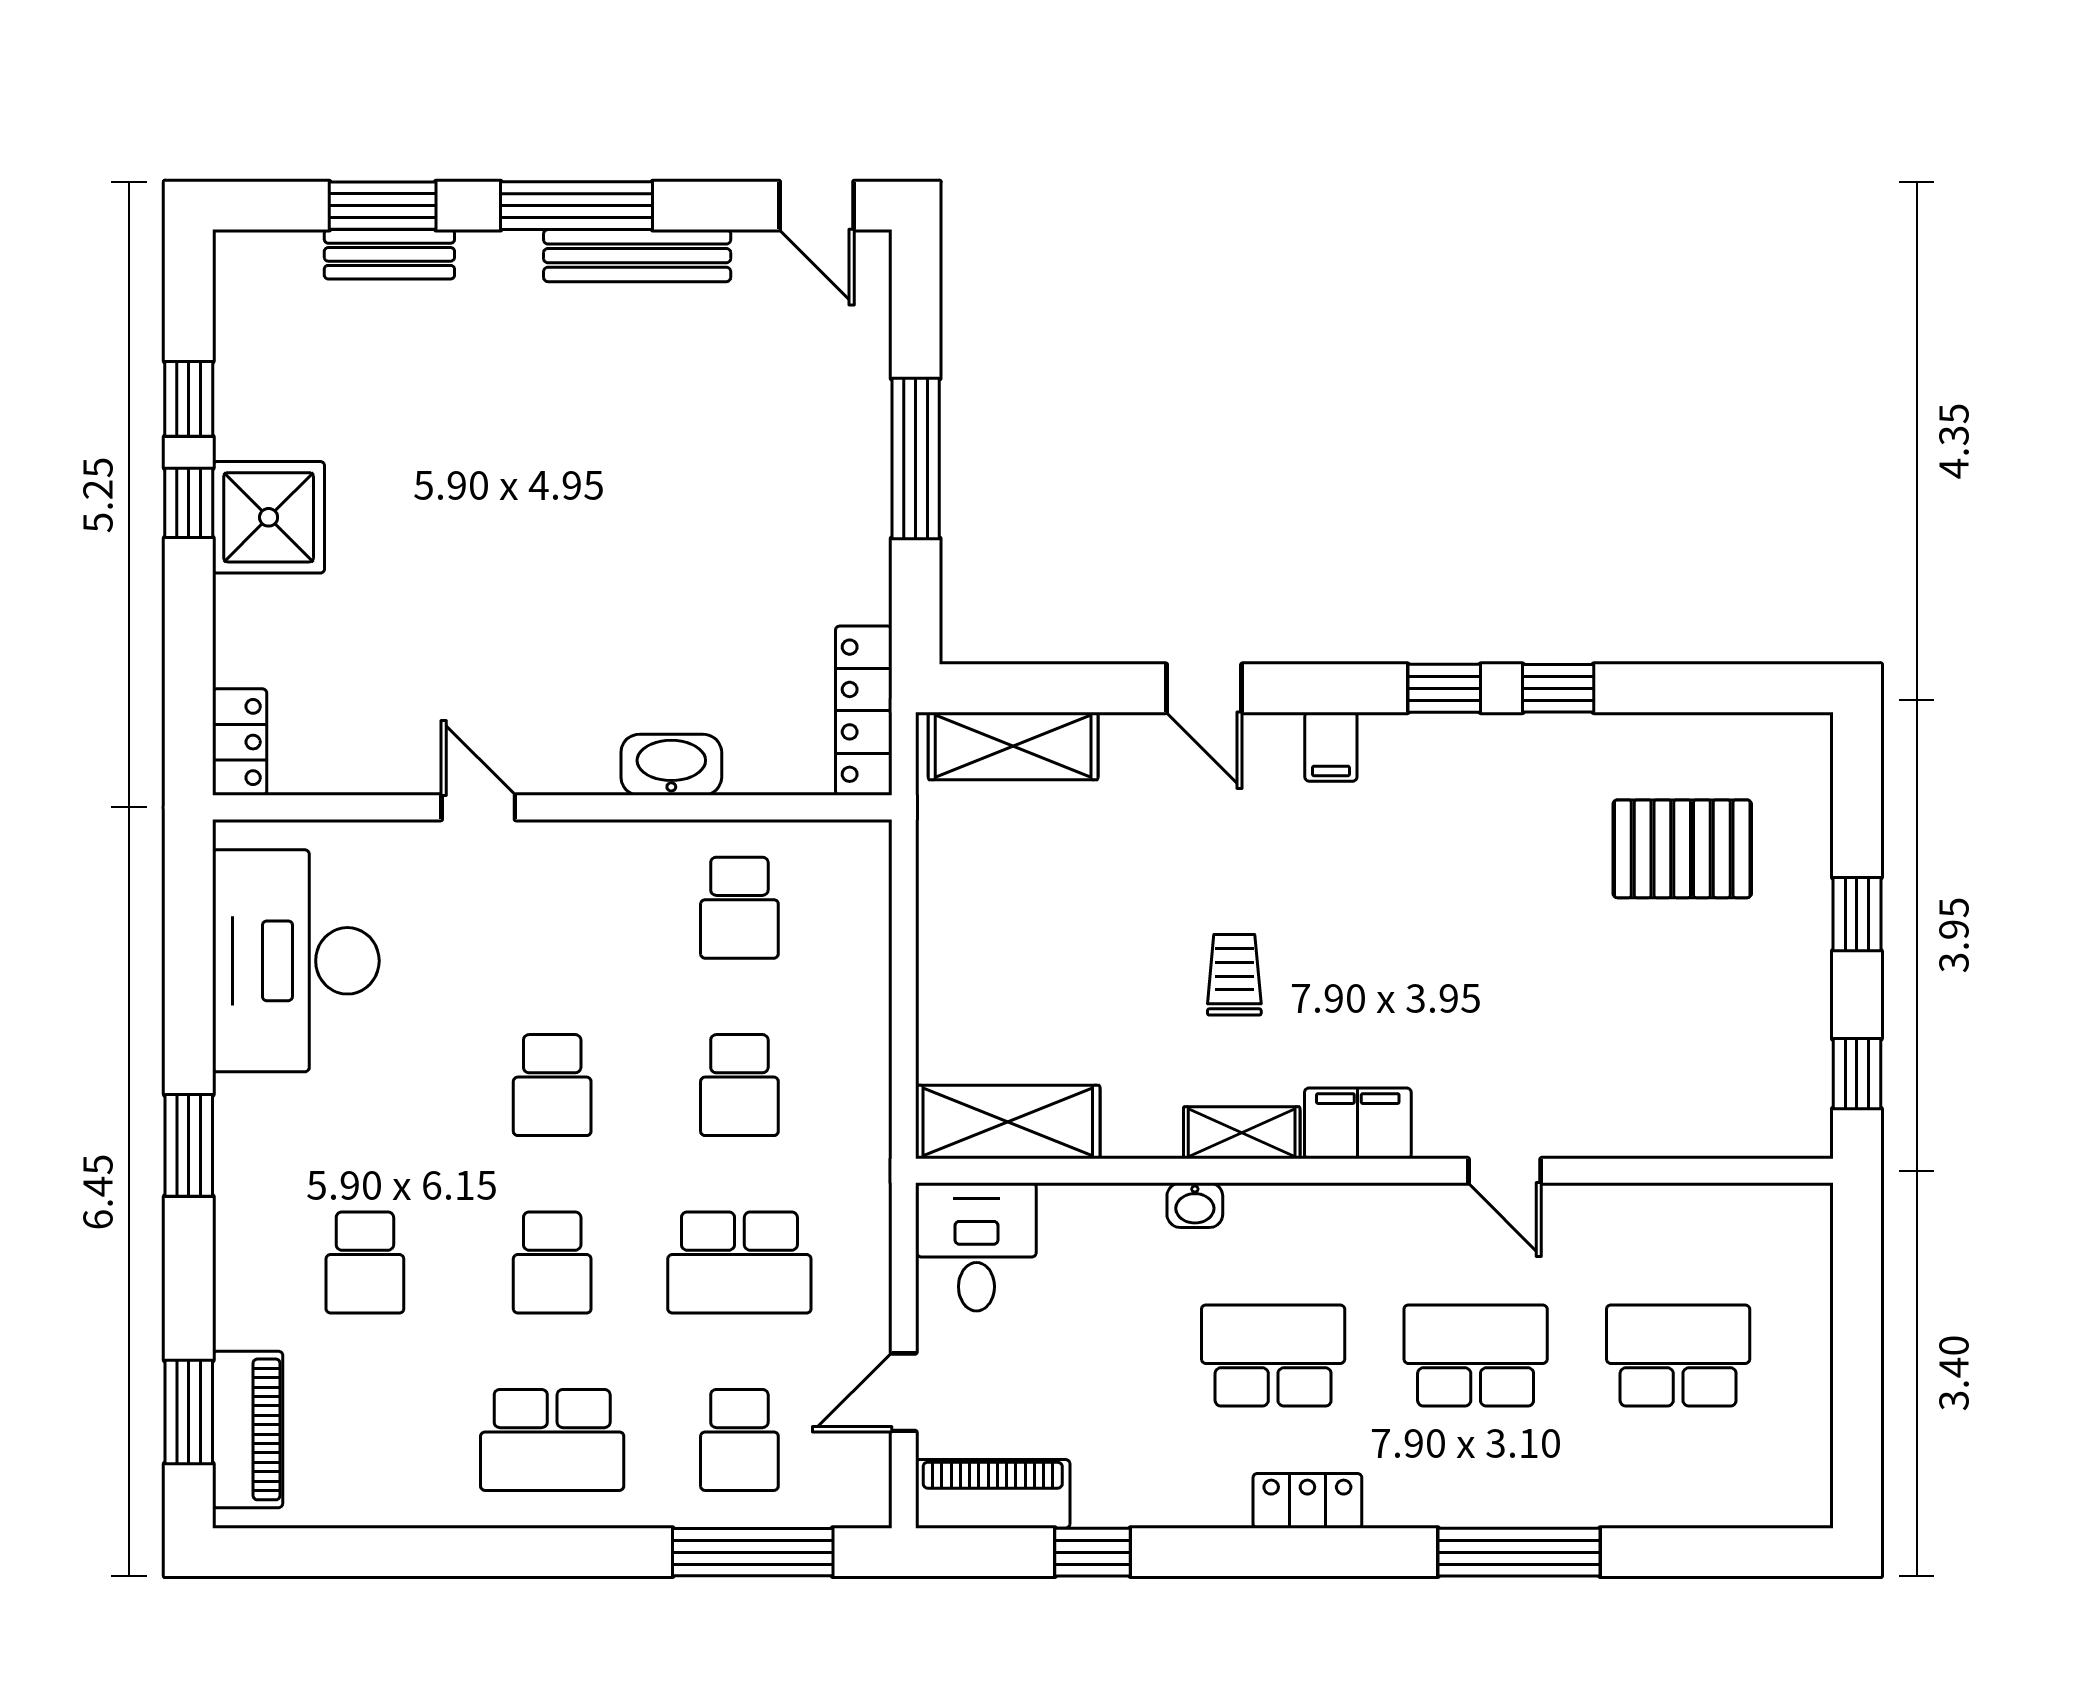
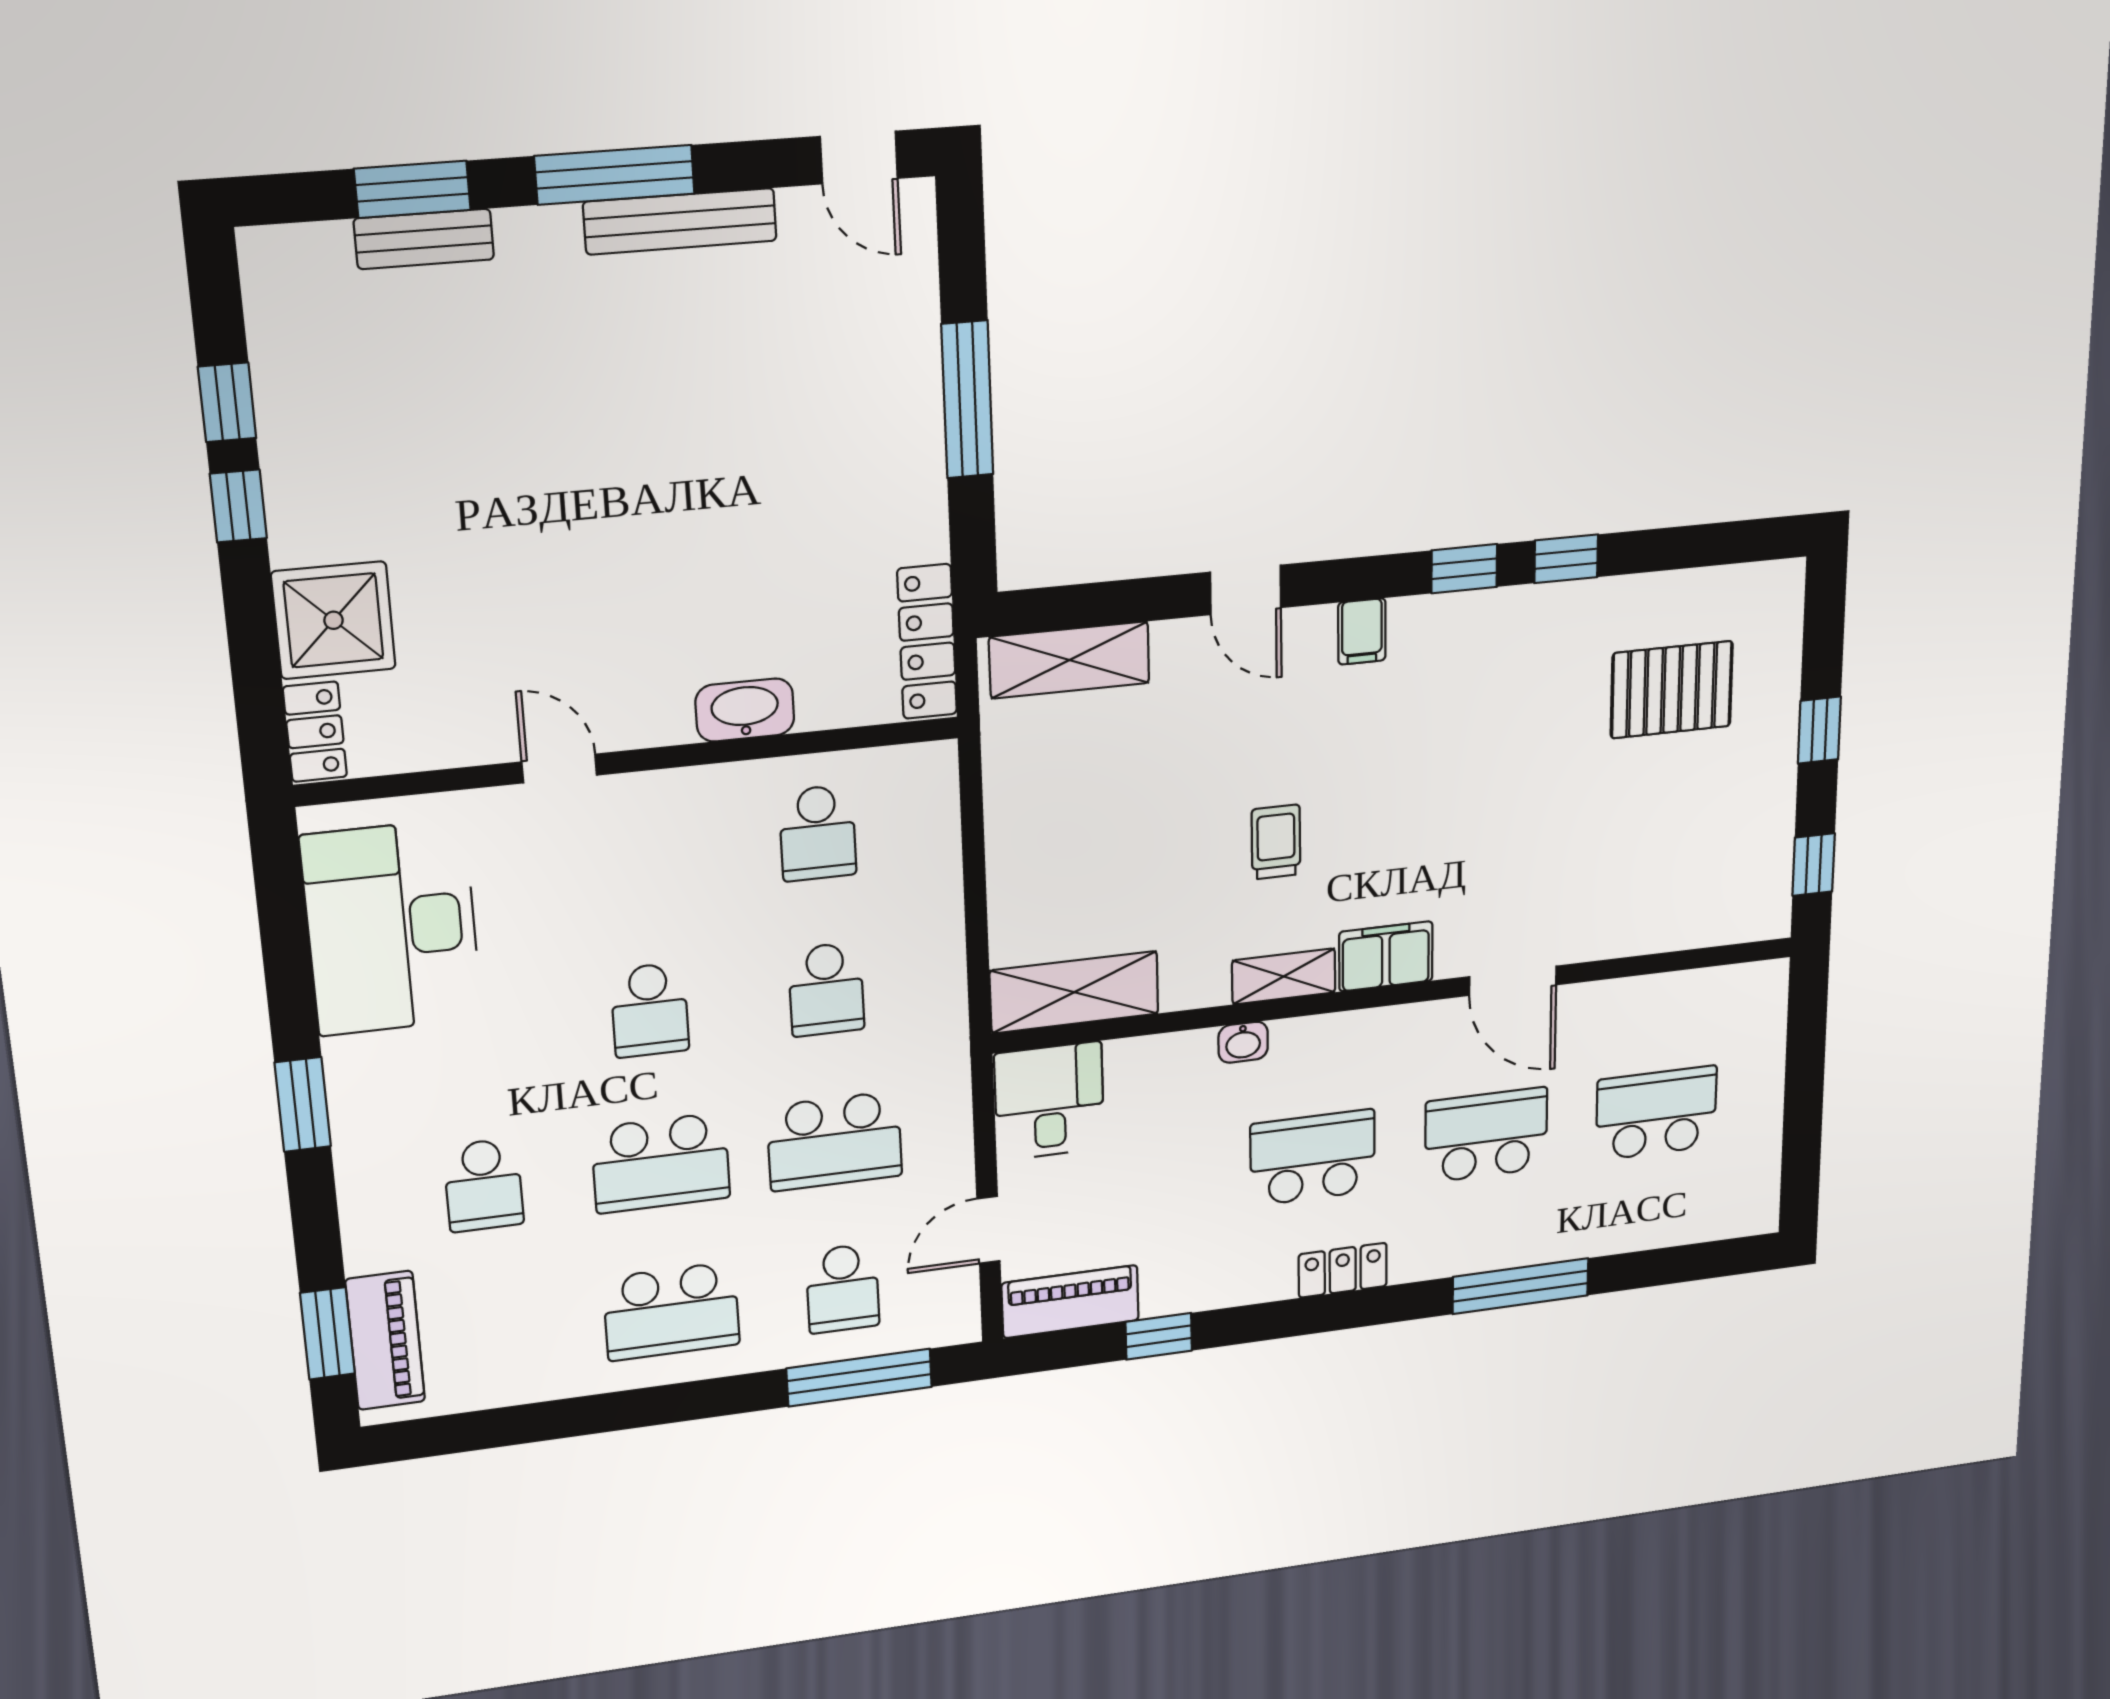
shower: (269, 517) -> (334, 620), moved
door: (1505, 1171) -> (1513, 981), width x1.37
school desk: (552, 1262) -> (661, 1163), width x1.85

